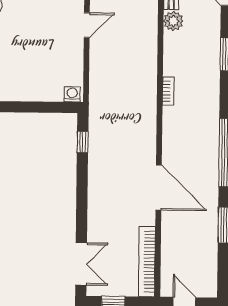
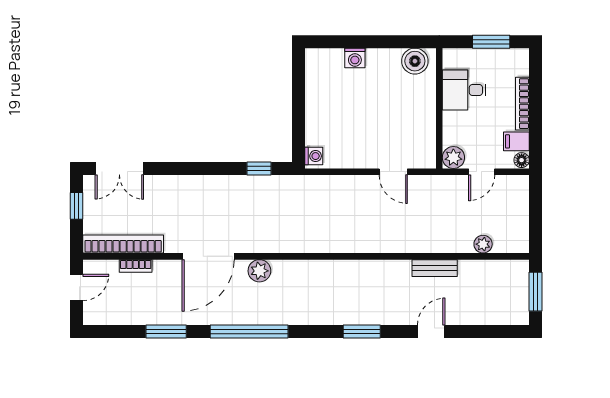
plant: (173, 21) -> (259, 271), moved
bookcase: (168, 91) -> (136, 266), moved

